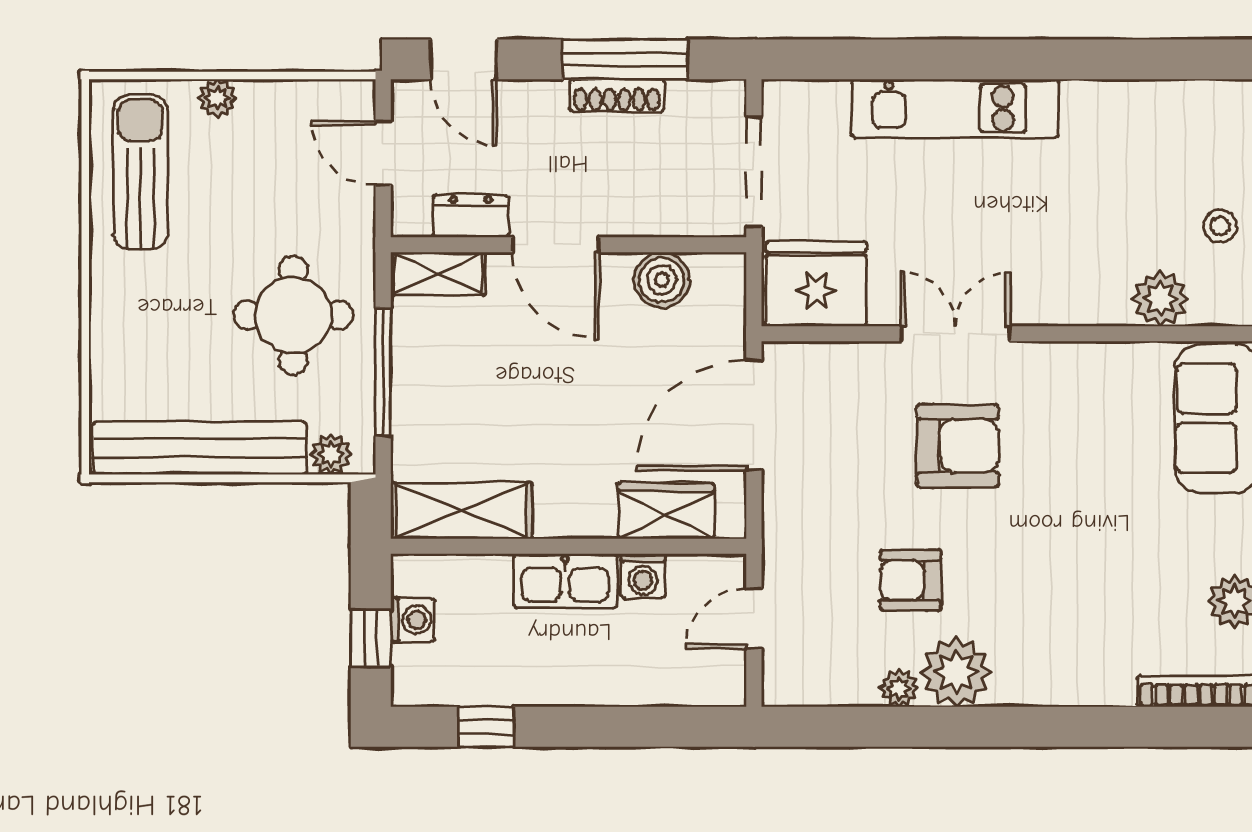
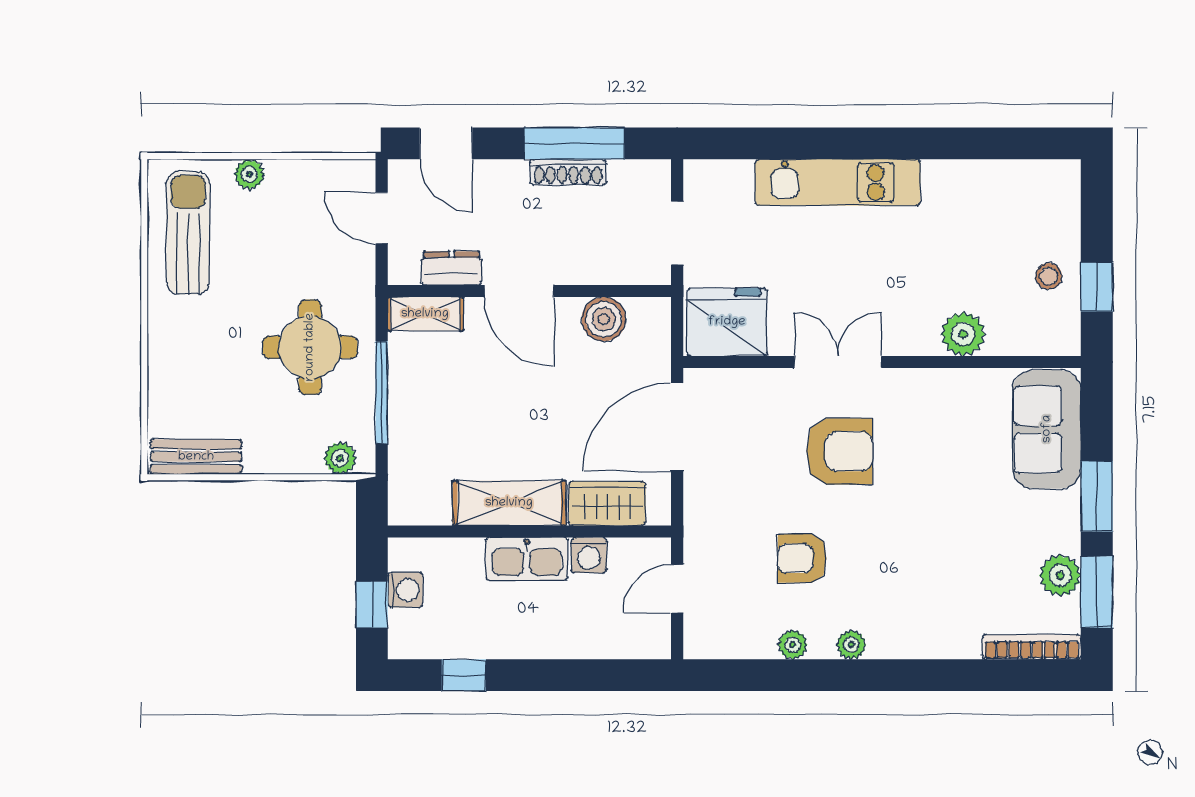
doorway: (754, 172) -> (677, 233), width x0.73
plant: (1160, 299) -> (963, 334), moved
bench: (200, 448) -> (196, 457), width x0.54, depth x0.82
shelving: (461, 511) -> (509, 503), moved
plant: (956, 672) -> (851, 645), width x0.53, depth x0.53

